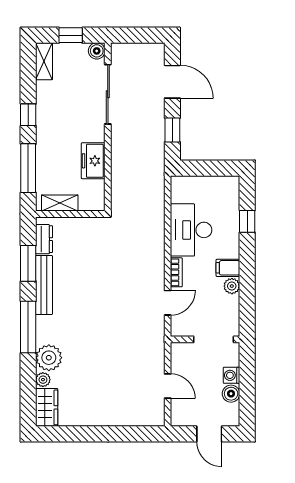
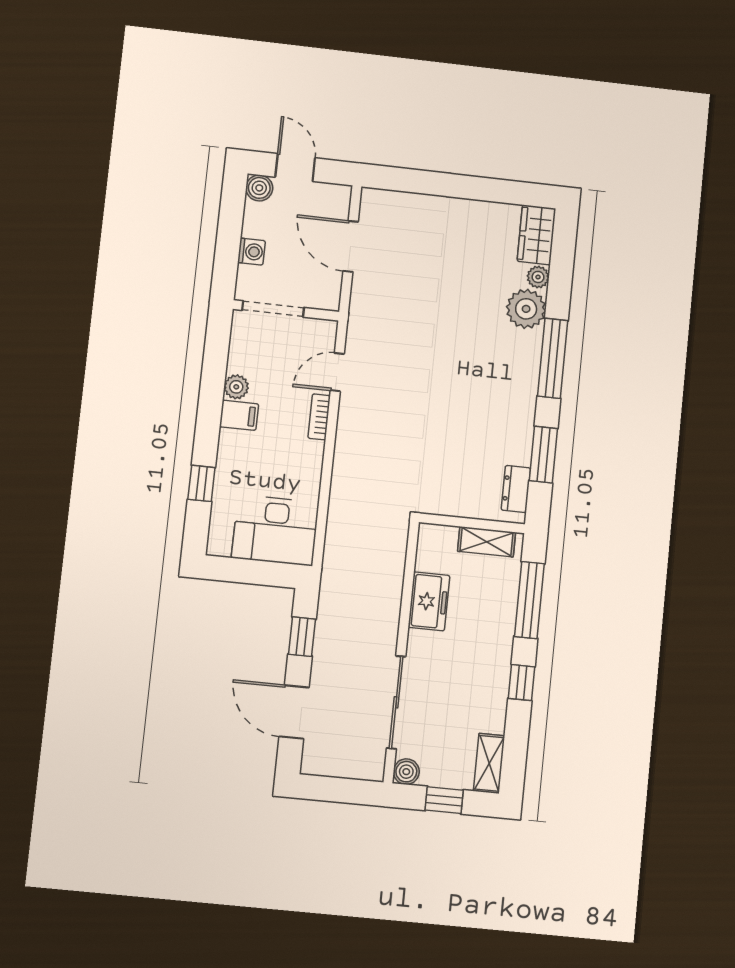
desk: (191, 230) -> (275, 530), moved, turned 90
bench: (44, 285) -> (523, 419), removed
door: (168, 386) -> (351, 246), width x1.38
boiler: (231, 394) -> (259, 188), moved

